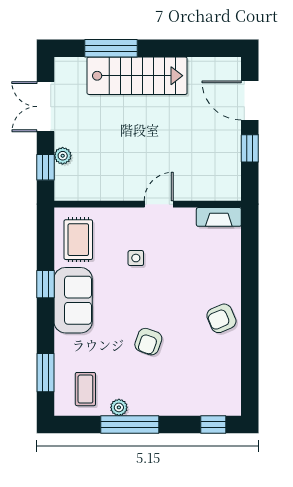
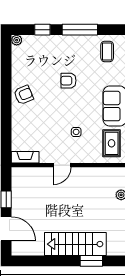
window: (111, 48) -> (91, 261), width x0.69
armchair: (148, 342) -> (68, 81), turned -109
plant: (119, 407) -> (17, 40), moved
window: (213, 425) -> (42, 30), moved

